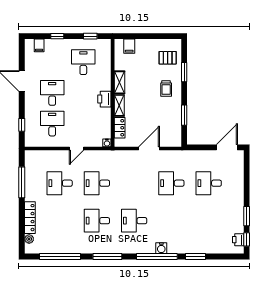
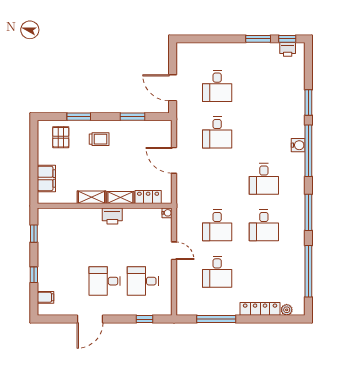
filing cabinet: (129, 46) -> (46, 178), width x2.00
desk: (83, 62) -> (66, 242), removed
door: (227, 147) -> (173, 88), moved

